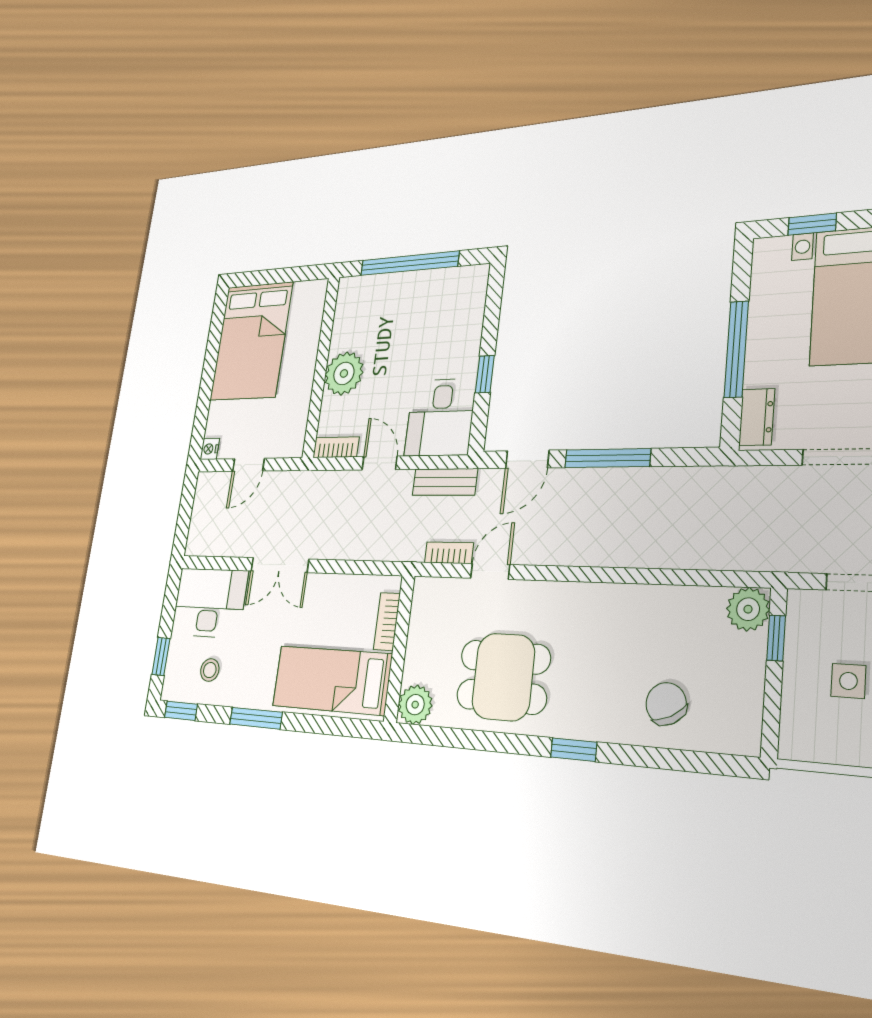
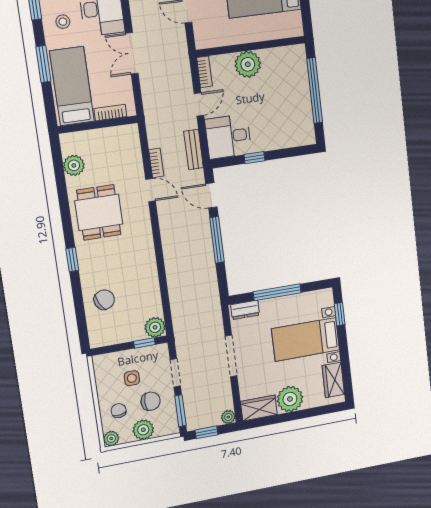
bookcase: (387, 621) -> (110, 113), moved
wall: (399, 648) -> (98, 125), moved
bed: (332, 680) -> (72, 86), moved

